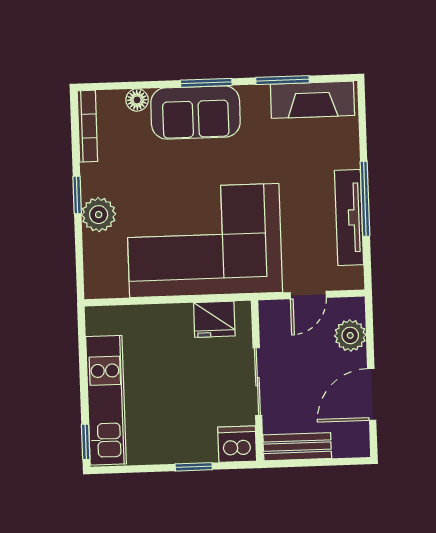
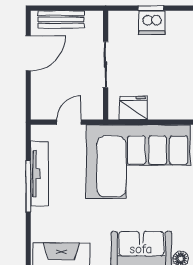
plant: (350, 335) -> (41, 94), removed
dishwasher: (237, 444) -> (152, 23), moved
bench: (297, 447) -> (61, 19), moved

